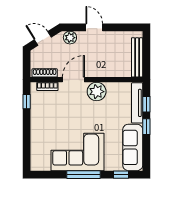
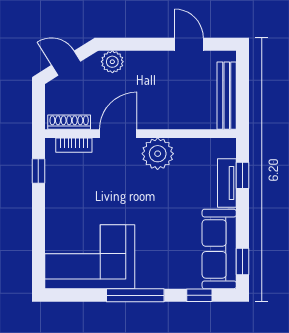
door: (94, 27) -> (189, 44), moved
tv unit: (137, 103) -> (227, 183), width x0.71
window: (146, 127) -> (243, 262), moved
corner sofa: (77, 152) -> (90, 257), moved

